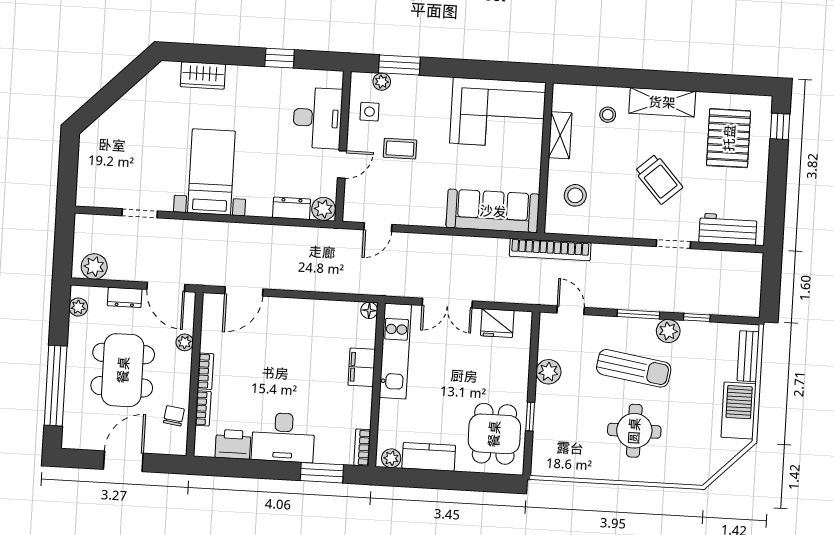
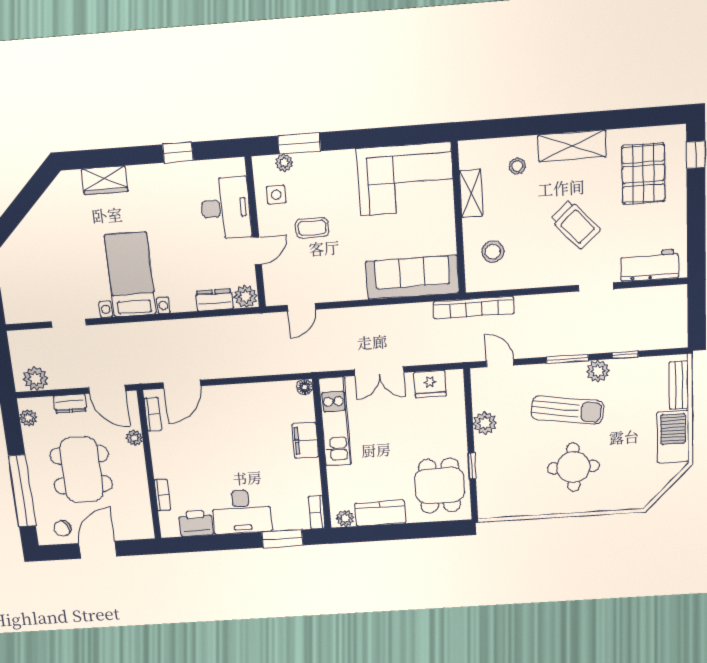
bookcase: (205, 371) -> (153, 414), moved
chair: (174, 416) -> (63, 528), moved, turned -125

